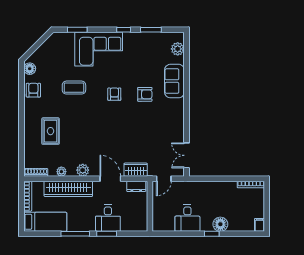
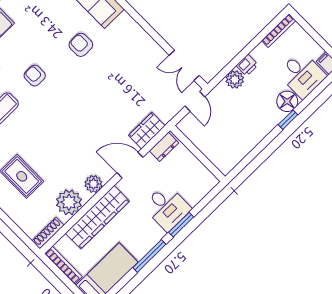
armchair: (114, 94) -> (35, 76), moved
armchair: (145, 94) -> (81, 45), turned -90
plant: (61, 172) -> (69, 202), width x1.87, depth x1.87
door: (164, 179) -> (195, 101), moved
printer: (218, 186) -> (247, 65), added
plant: (205, 187) -> (235, 80), added
desk: (187, 218) -> (302, 75), moved

